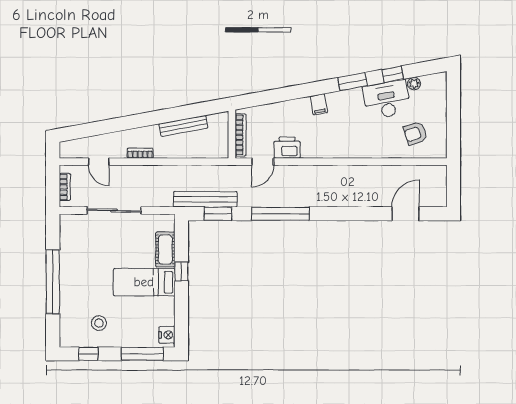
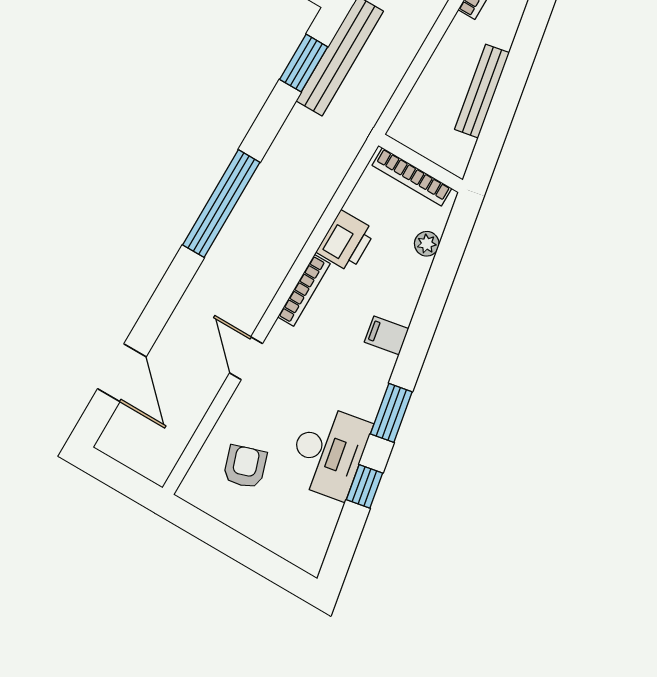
plant: (414, 84) -> (427, 244), moved
bookcase: (320, 154) -> (304, 290), added
door: (263, 162) -> (246, 358), moved
window: (280, 214) -> (221, 204), moved

